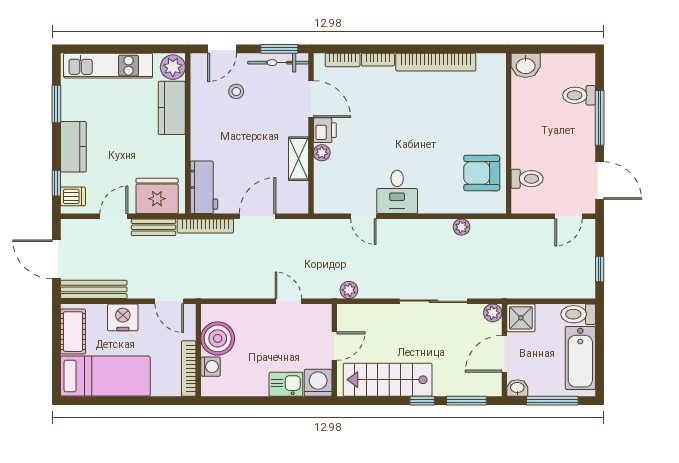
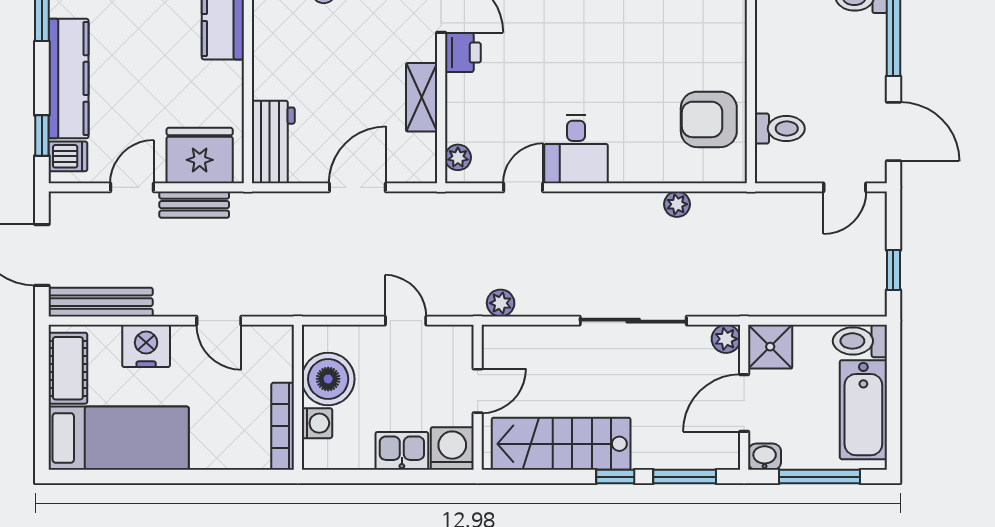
kitchen counter: (73, 147) -> (68, 78), width x1.50
plant: (322, 153) -> (458, 157), moved
door: (363, 216) -> (523, 187), swing flipped
bookcase: (205, 226) -> (276, 203), removed
boiler: (218, 338) -> (328, 379), moved
wall: (198, 350) -> (298, 397), moved
washing machine: (211, 367) -> (317, 423), moved
bookcase: (189, 369) -> (283, 426), moved

